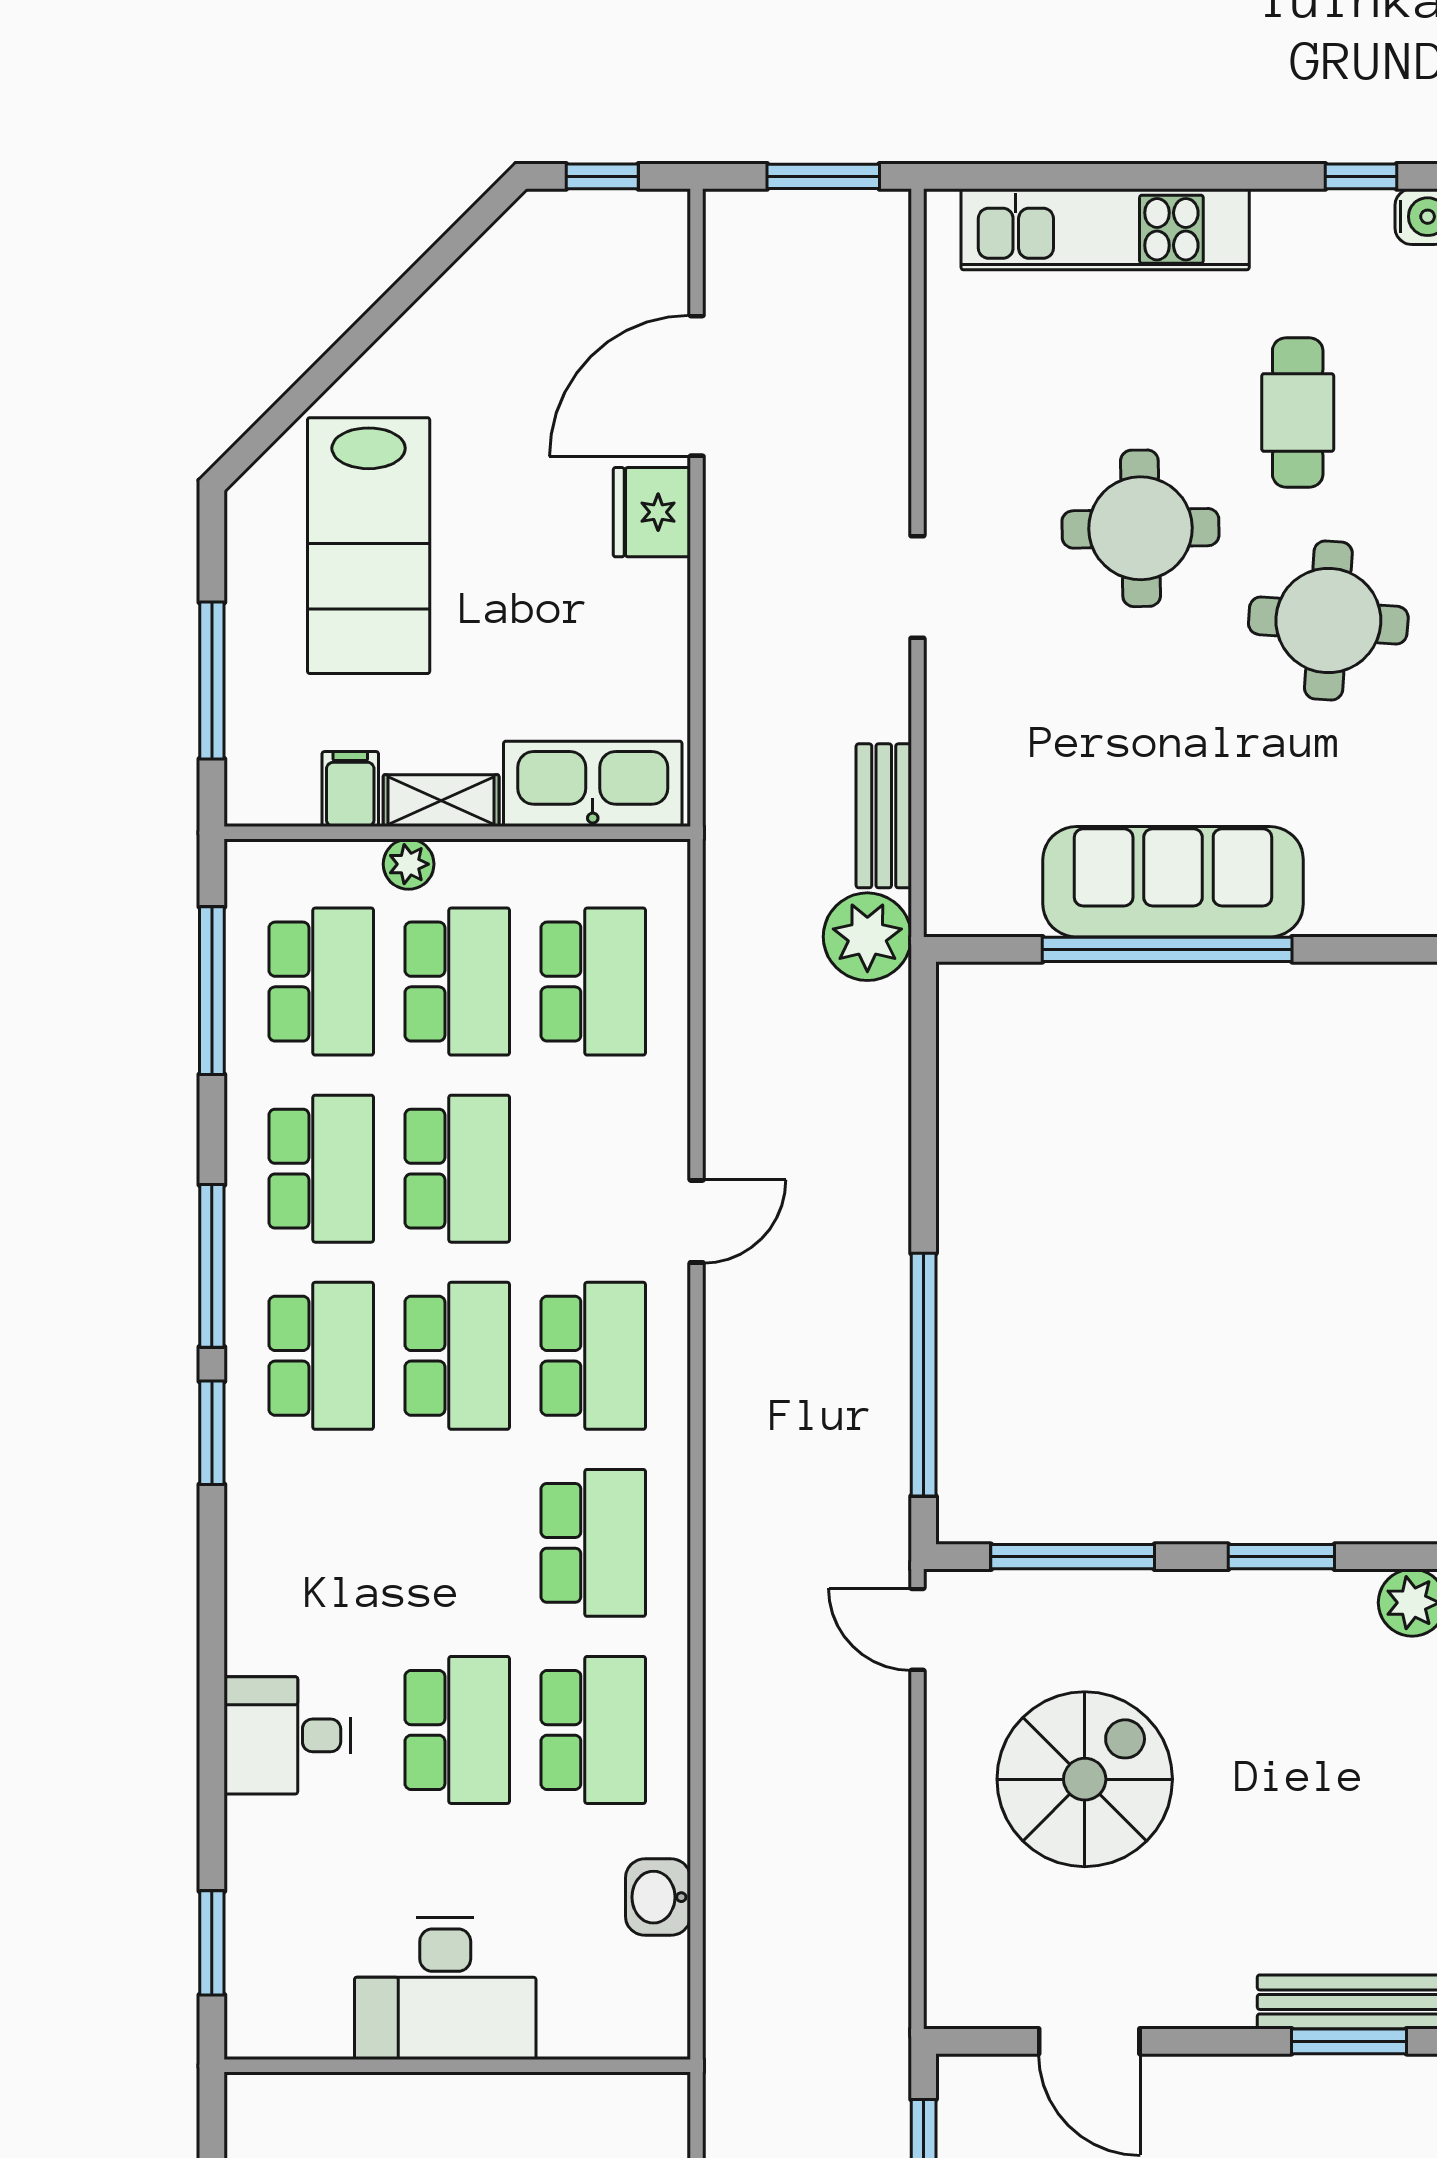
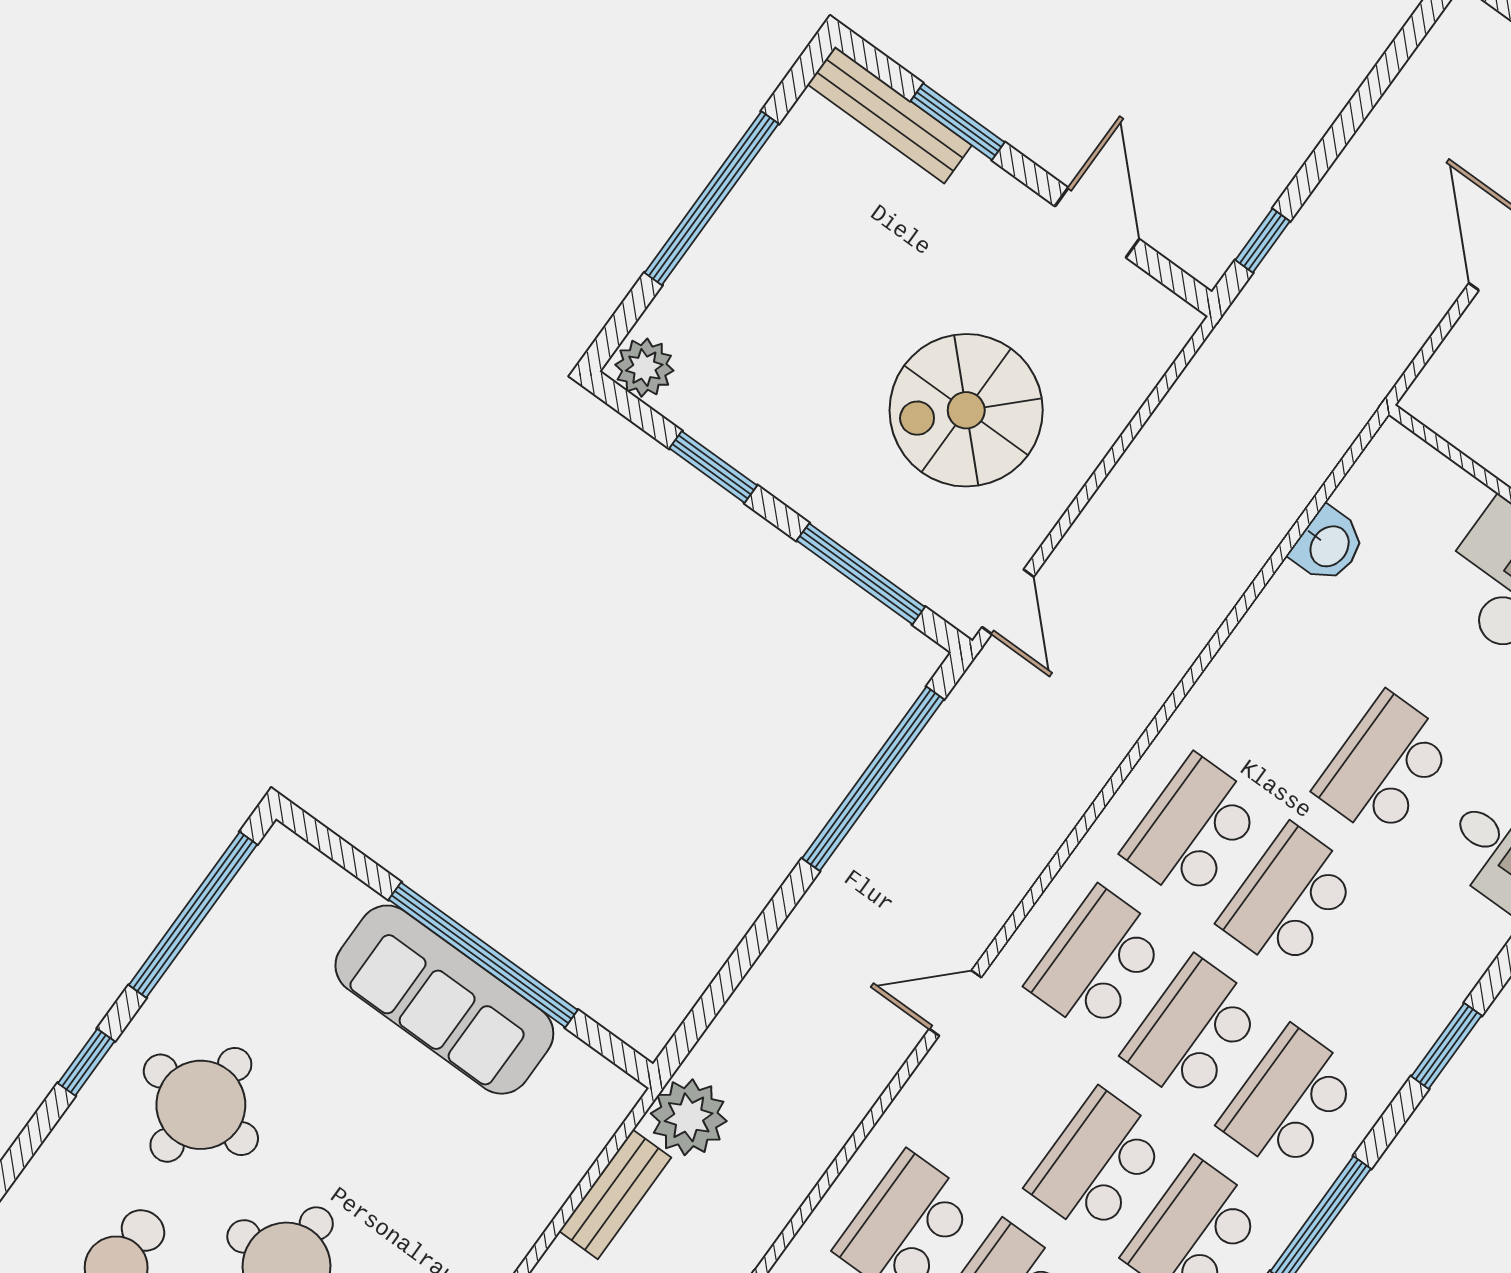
window: (212, 1433) -> (1446, 1046), moved
school desk: (593, 1730) -> (1289, 898), moved
window: (1349, 2041) -> (958, 122), moved

